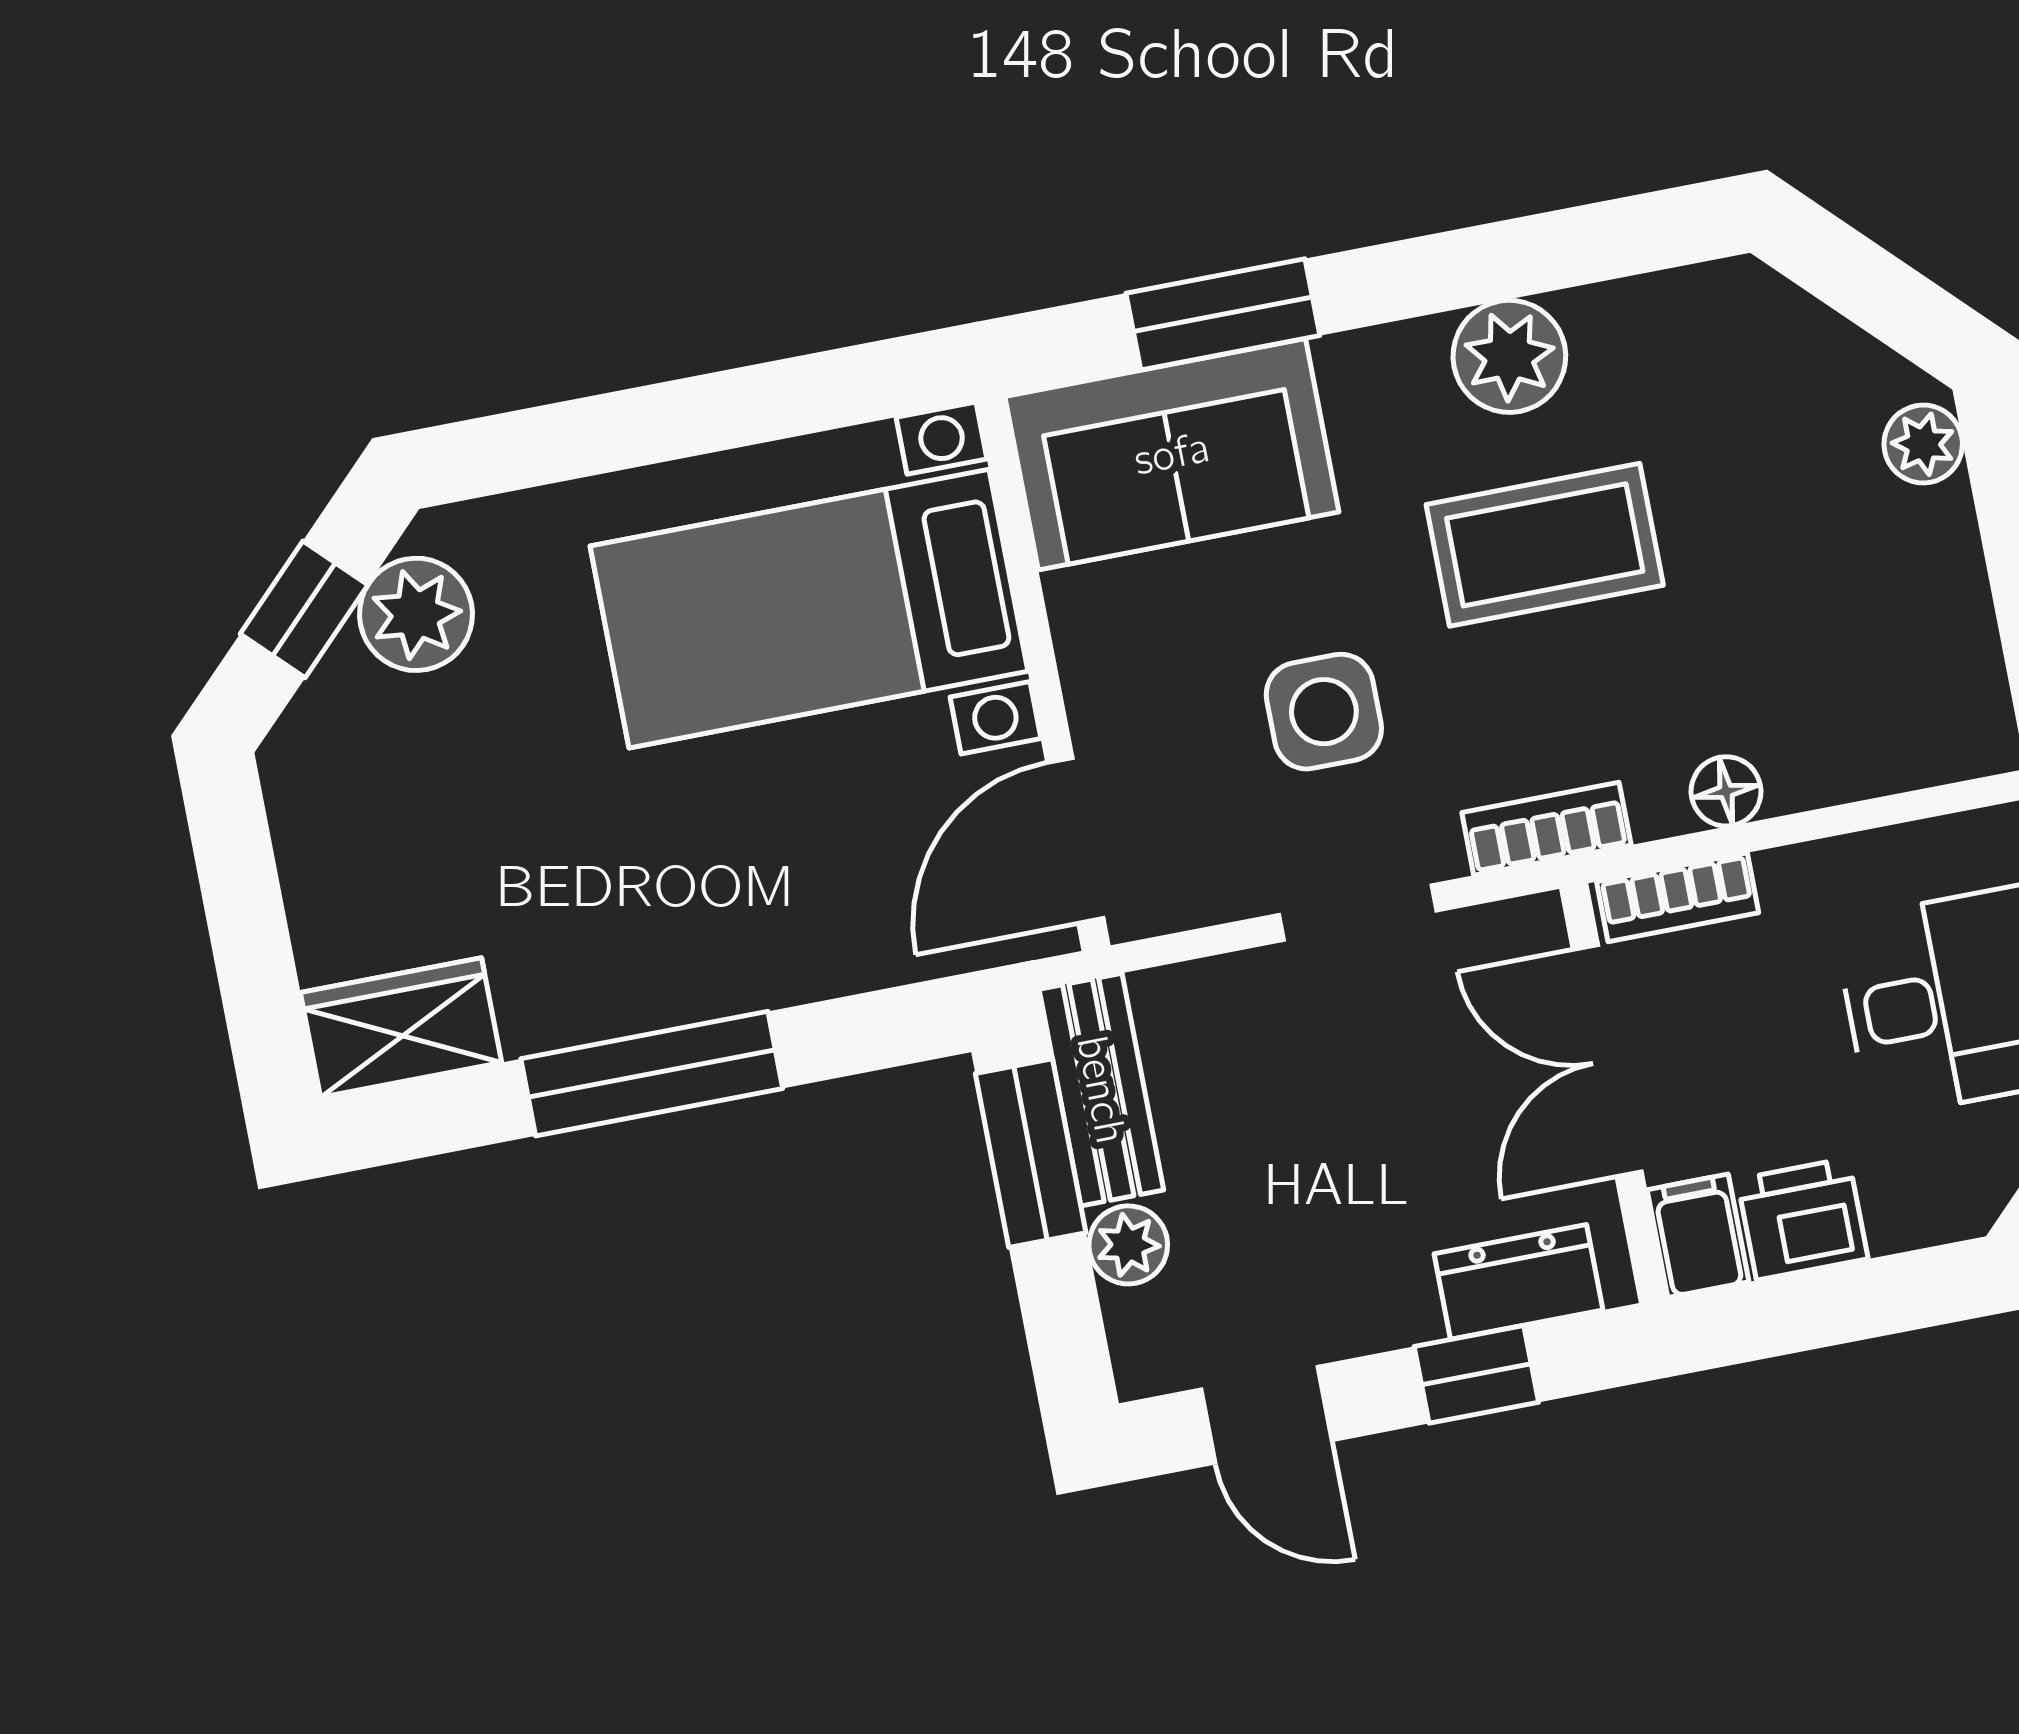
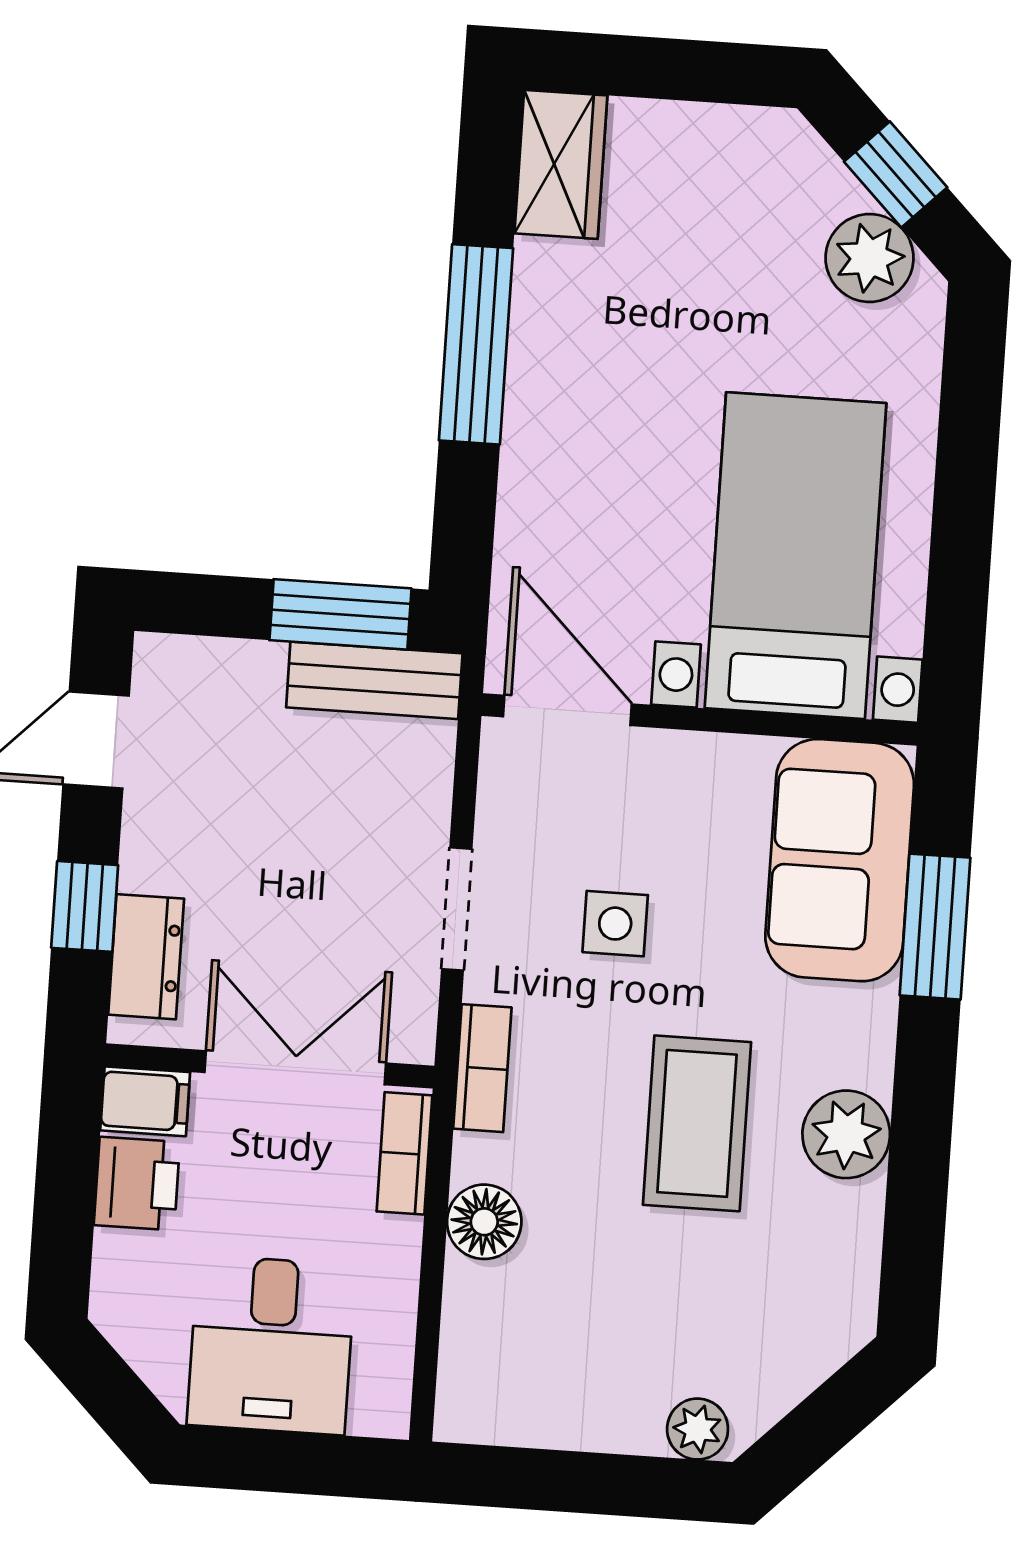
side table: (1324, 712) -> (615, 924), width x0.73, depth x0.73
floor lamp: (1726, 791) -> (484, 1222), width x1.37, depth x1.37
plant: (1128, 1245) -> (252, 670), removed

